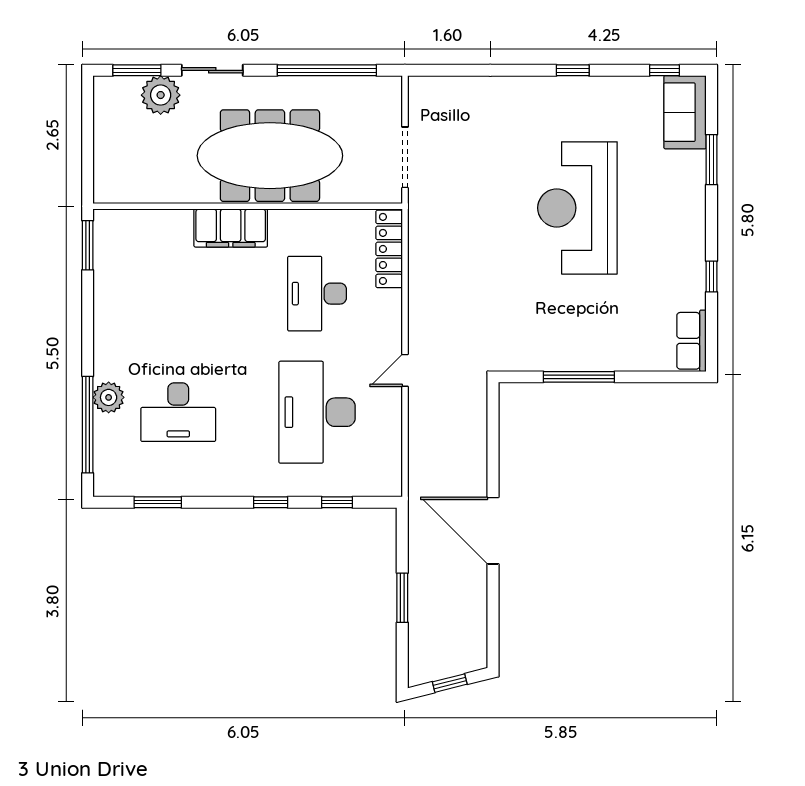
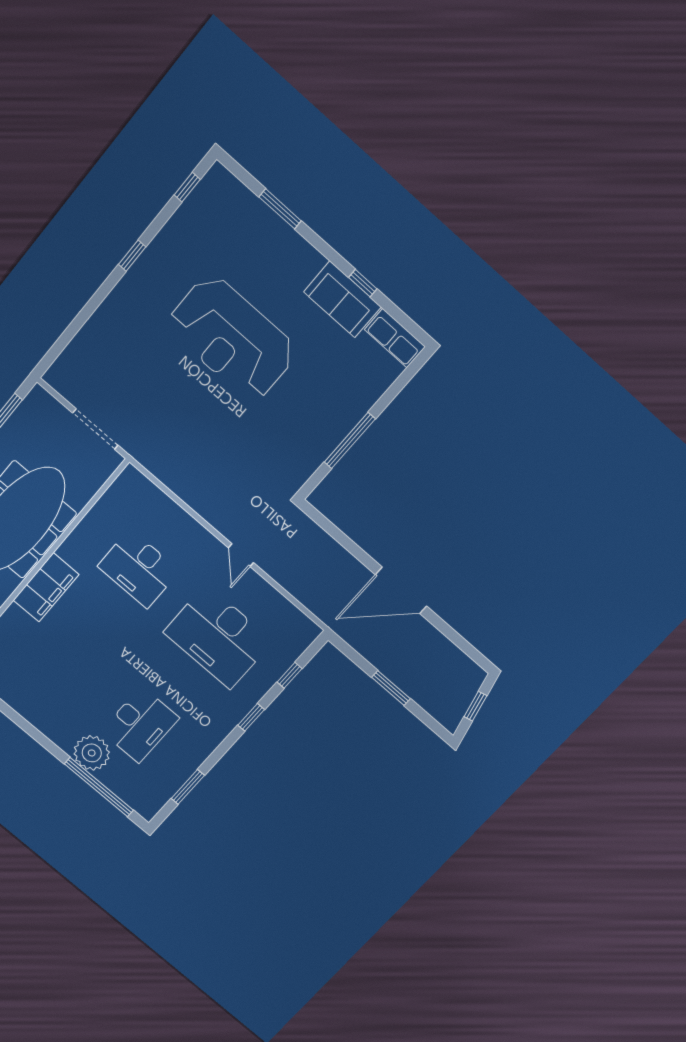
sofa: (685, 112) -> (342, 299), moved
locker: (389, 249) -> (149, 494), removed
plant: (109, 397) -> (92, 753), width x1.36, depth x1.36

